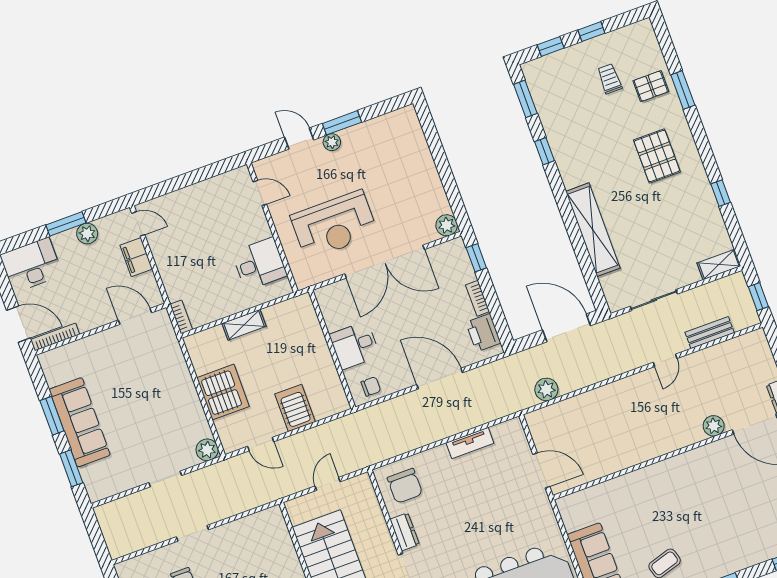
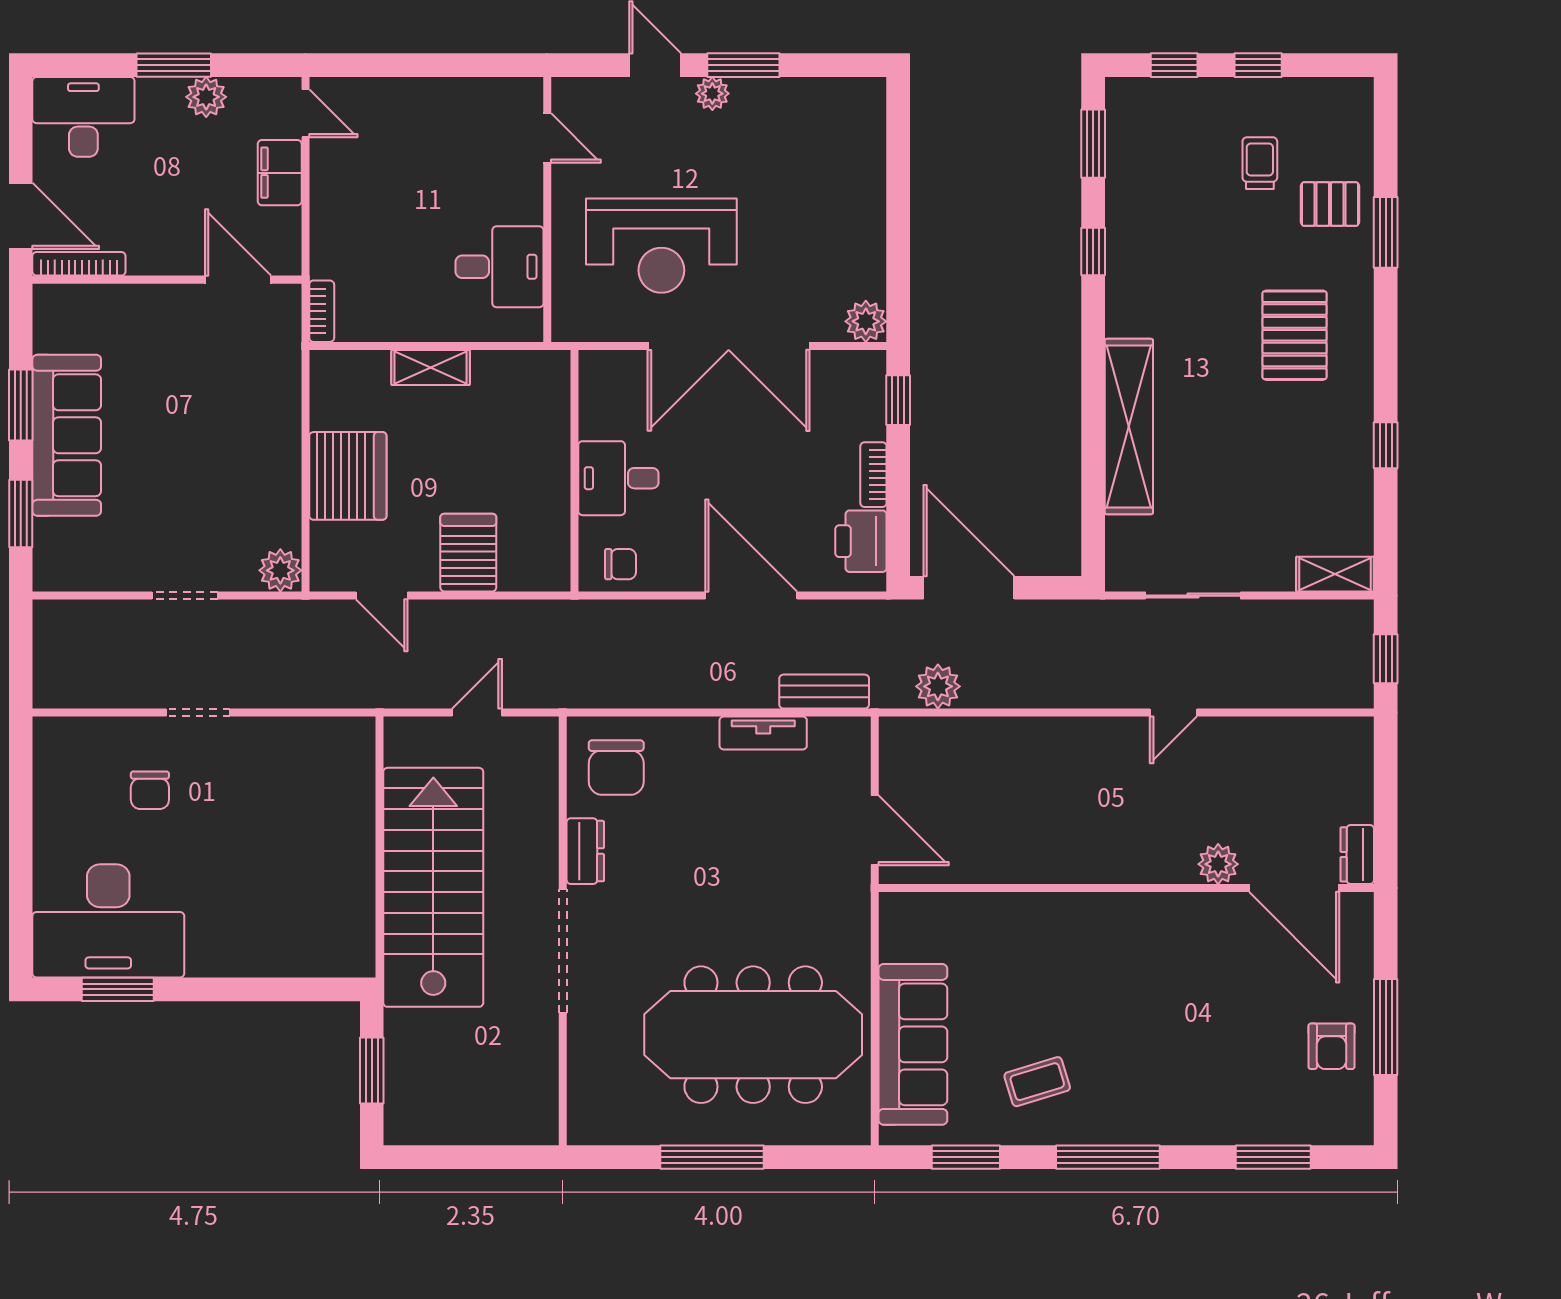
door: (567, 328) -> (969, 588), moved
bench: (710, 333) -> (824, 692), moved

